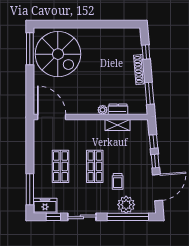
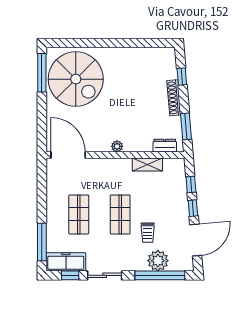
dresser: (118, 109) -> (165, 146), moved
plant: (103, 110) -> (117, 146), moved
freezer: (45, 206) -> (66, 262), width x1.40

